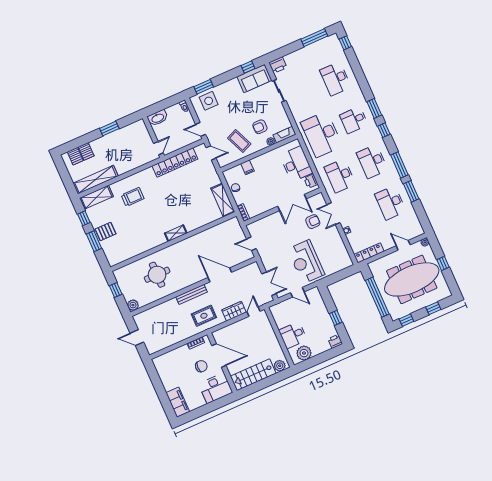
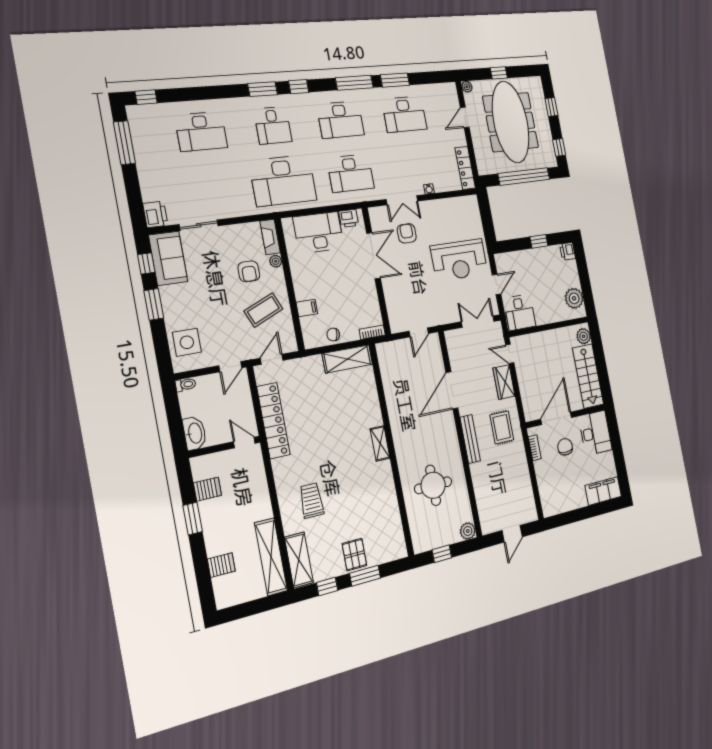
window: (204, 87) -> (154, 304), moved
server rack: (75, 156) -> (207, 489), moved
desk: (293, 335) -> (520, 312), moved

